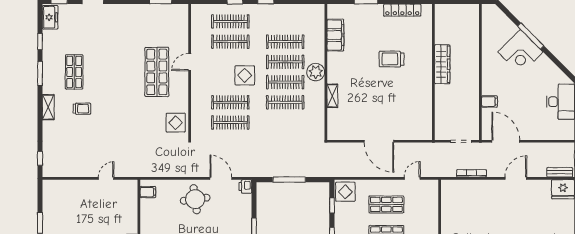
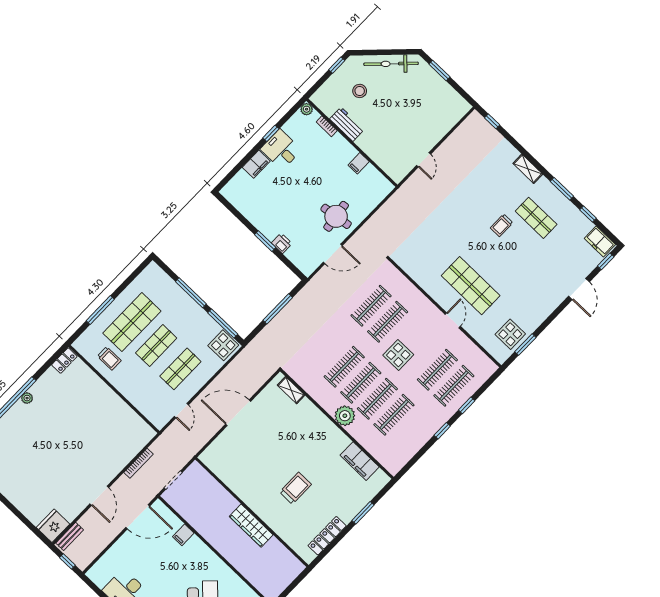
shelving: (332, 96) -> (291, 390), moved
trolley: (82, 109) -> (502, 225), moved
display table: (176, 123) -> (510, 334), moved
printer: (245, 186) -> (282, 243), moved
filing cabinet: (148, 192) -> (359, 163), moved
window: (332, 205) -> (223, 324), width x2.17

